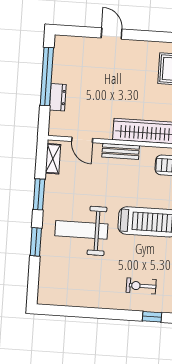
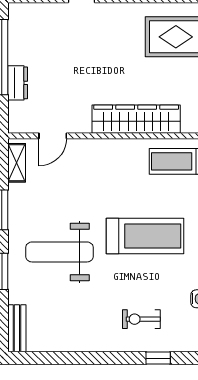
door: (82, 140) -> (53, 136), hinge flipped
bench: (121, 151) -> (17, 328), moved, turned 90

